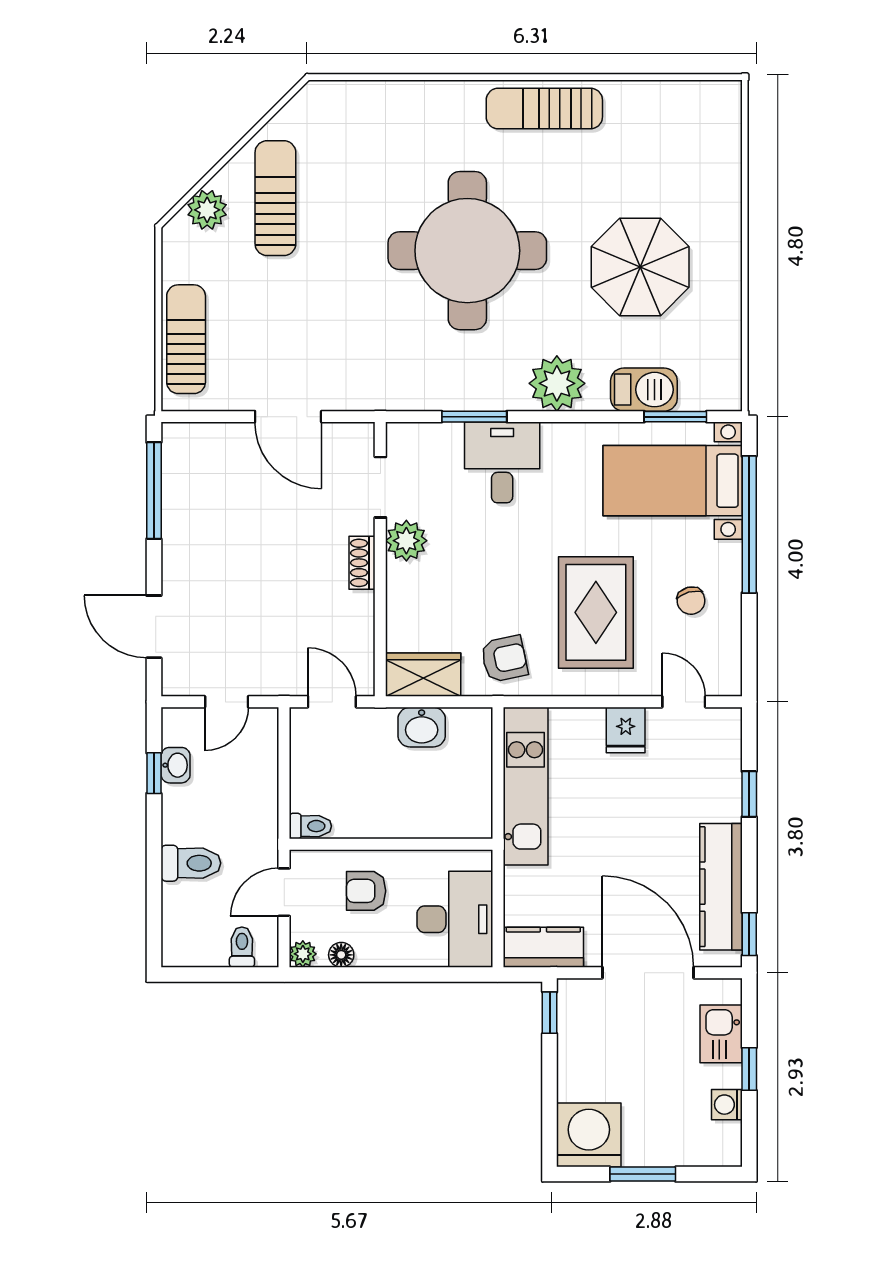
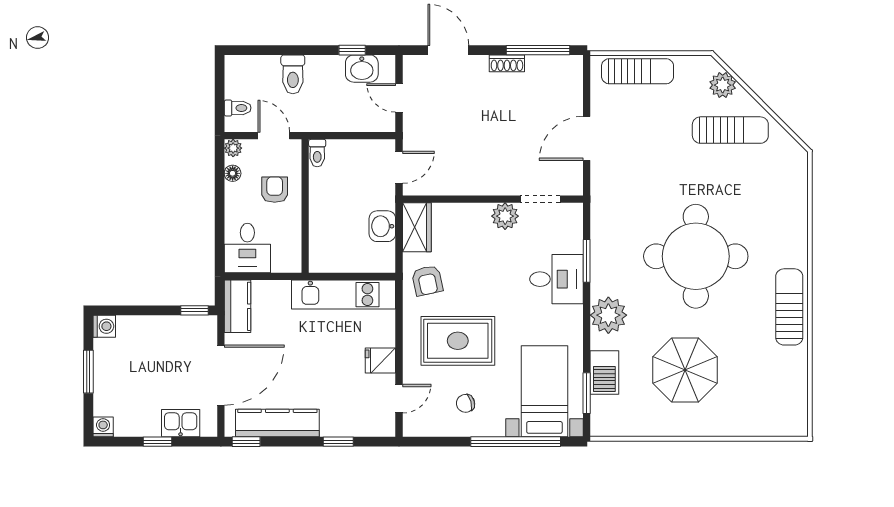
shoe rack: (362, 563) -> (507, 63), moved, turned 180
door: (154, 627) -> (448, 50), hinge flipped
washbasin: (176, 765) -> (362, 69), width x1.38, depth x1.45
desk: (455, 919) -> (247, 248), width x0.73
washing machine: (727, 1105) -> (103, 427), moved
washing machine: (589, 1135) -> (104, 326), width x0.53, depth x0.53

